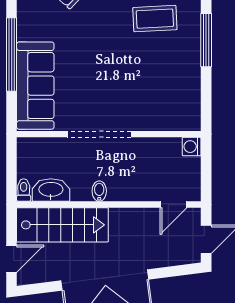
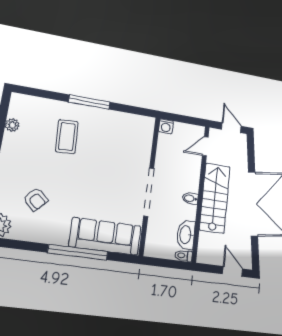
door: (173, 205) -> (205, 146), swing flipped
stairs: (62, 225) -> (215, 198), moved

